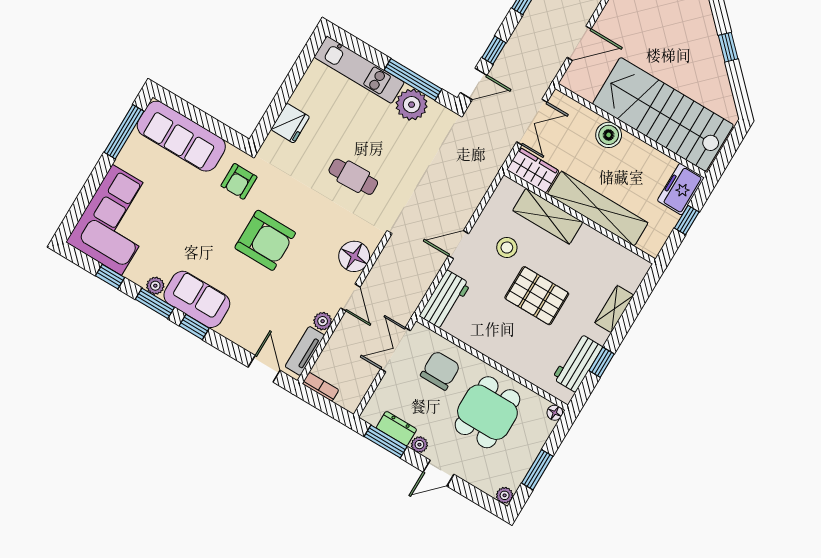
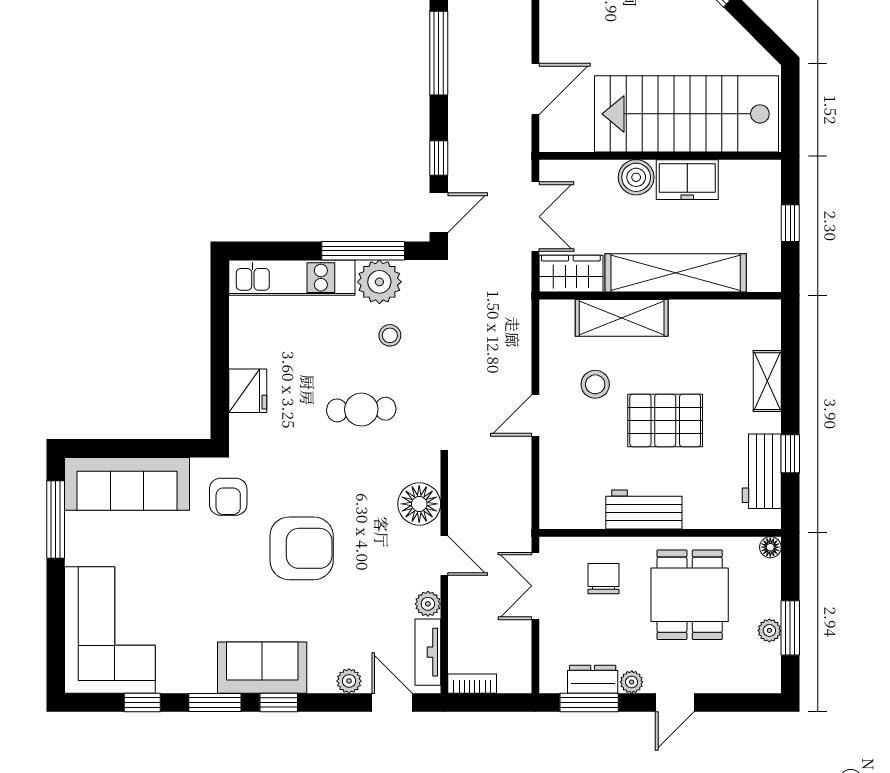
stool: (398, 142) -> (390, 335), added
freezer: (681, 189) -> (687, 180), moved, turned -90
plant: (155, 286) -> (349, 681), moved
workbench: (445, 300) -> (644, 510), moved, turned -90
chair: (440, 370) -> (603, 579), width x0.73, depth x0.73
plant: (505, 495) -> (769, 630), moved

